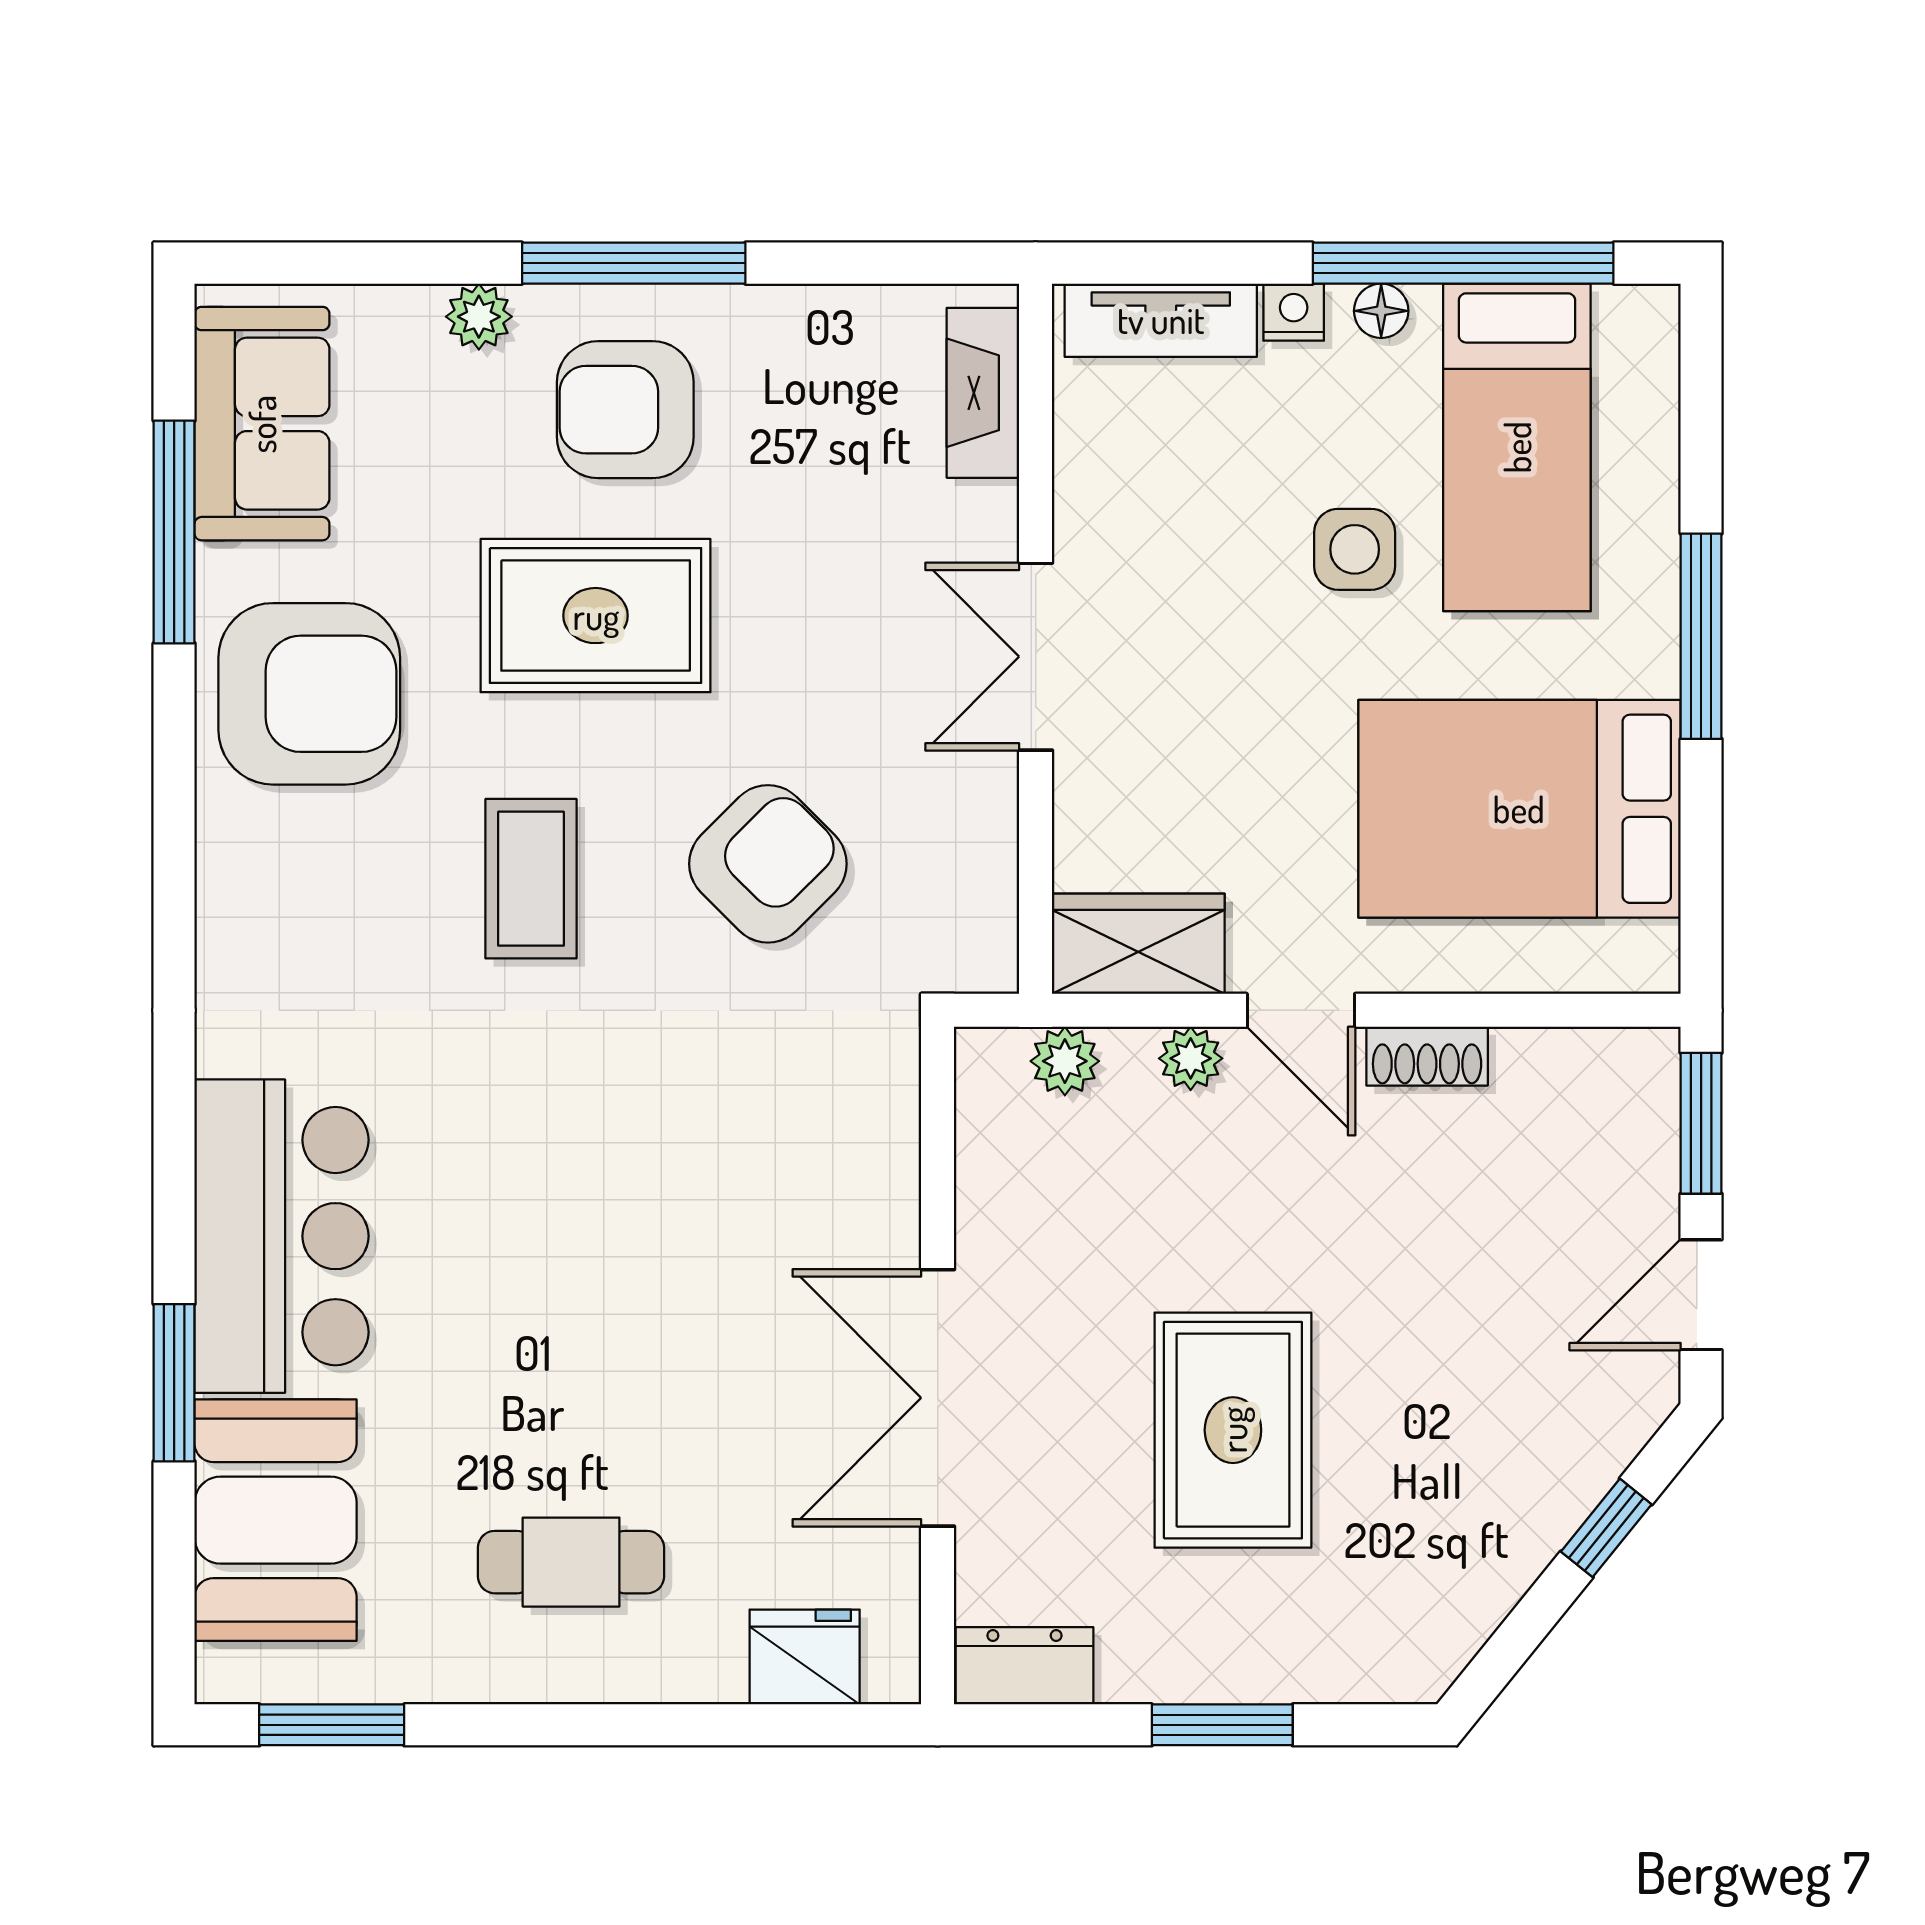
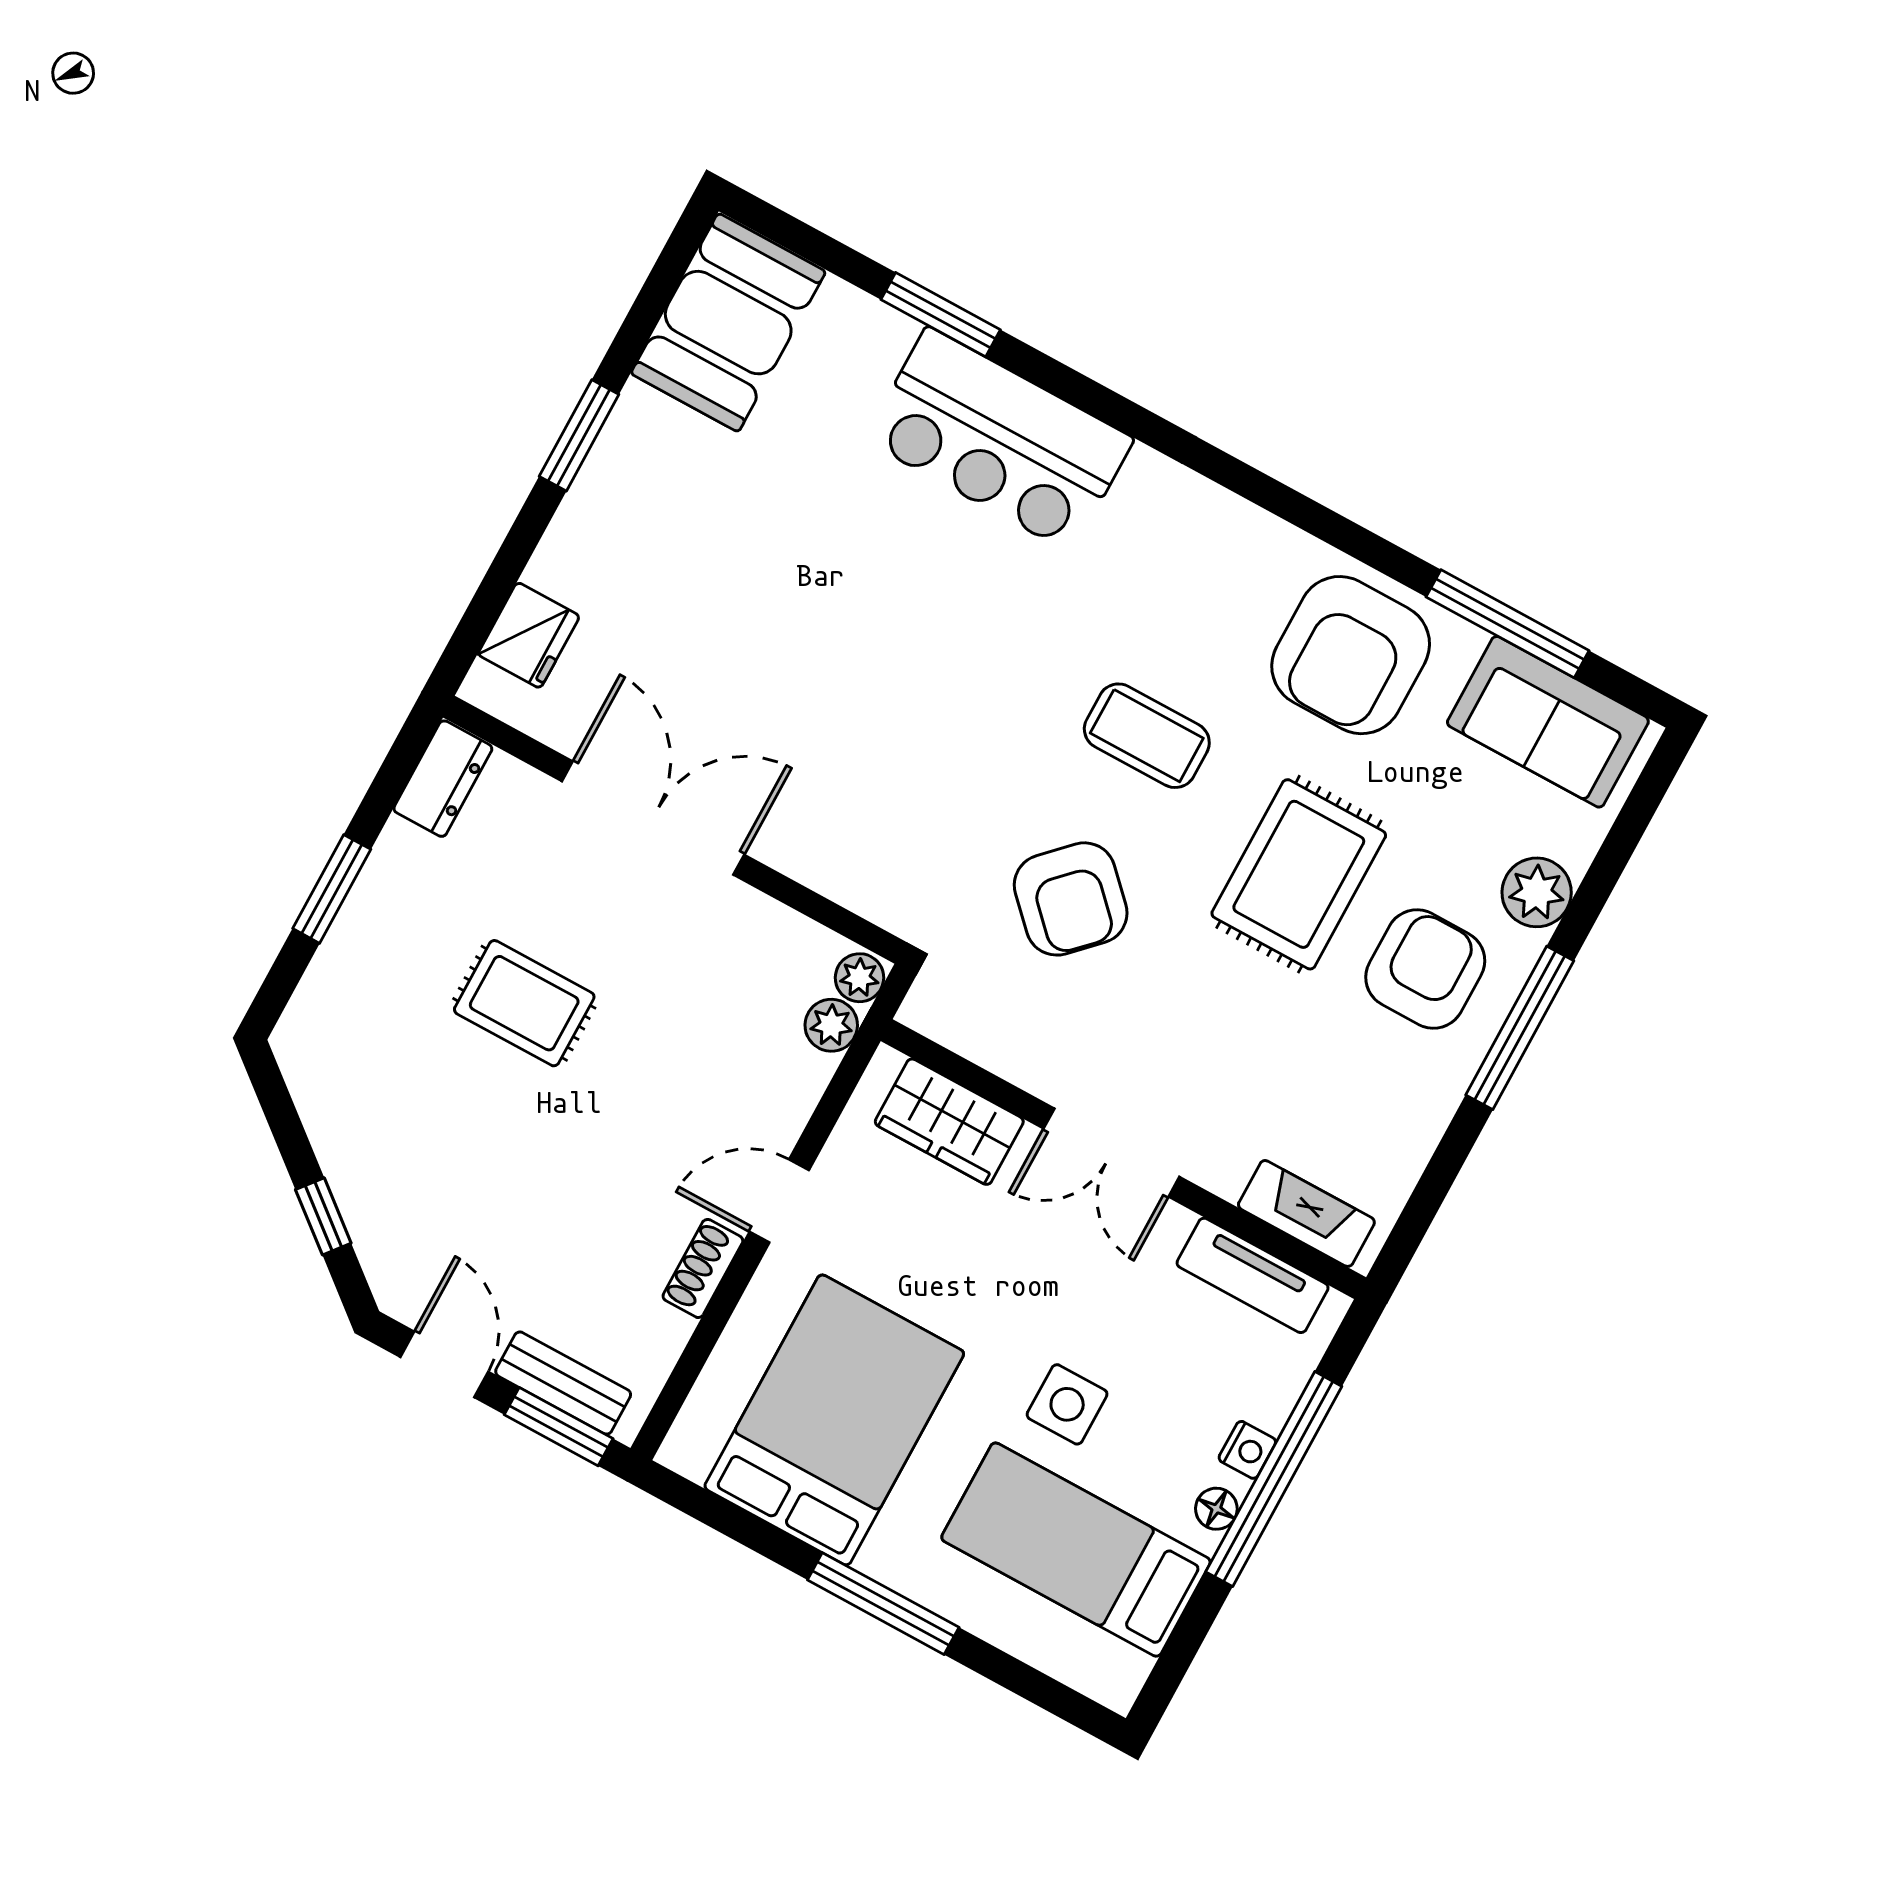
window: (1463, 263) -> (1274, 1479), moved
plant: (479, 317) -> (1537, 892), width x1.38, depth x1.38
tv unit: (1161, 320) -> (1253, 1275), moved, turned -90
double door: (1036, 657) -> (1111, 1153), swing flipped
wardrobe: (1138, 944) -> (949, 1122), moved, turned 90
plant: (1191, 1058) -> (859, 978), moved
bench: (1648, 1146) -> (563, 1383), added
rug: (1233, 1430) -> (524, 1003), width x0.73, depth x0.70
booth: (276, 1520) -> (728, 323), moved, turned 90
cafe table: (571, 1562) -> (677, 514), removed
window: (332, 1725) -> (579, 435), moved

